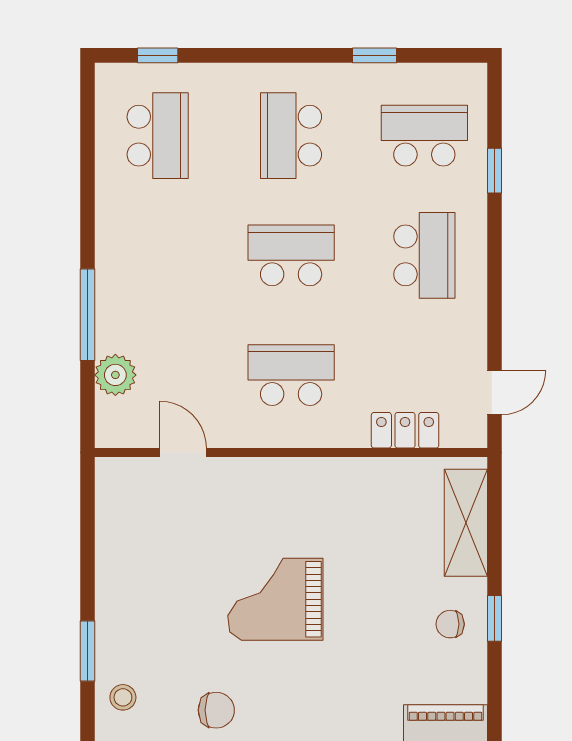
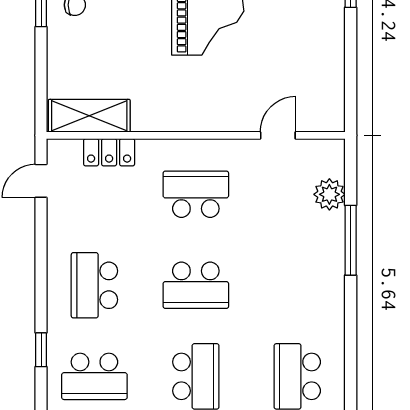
school desk: (291, 375) -> (196, 194), turned 180
door: (183, 452) -> (278, 135), swing flipped
shelving: (466, 523) -> (89, 116), moved, turned 90

